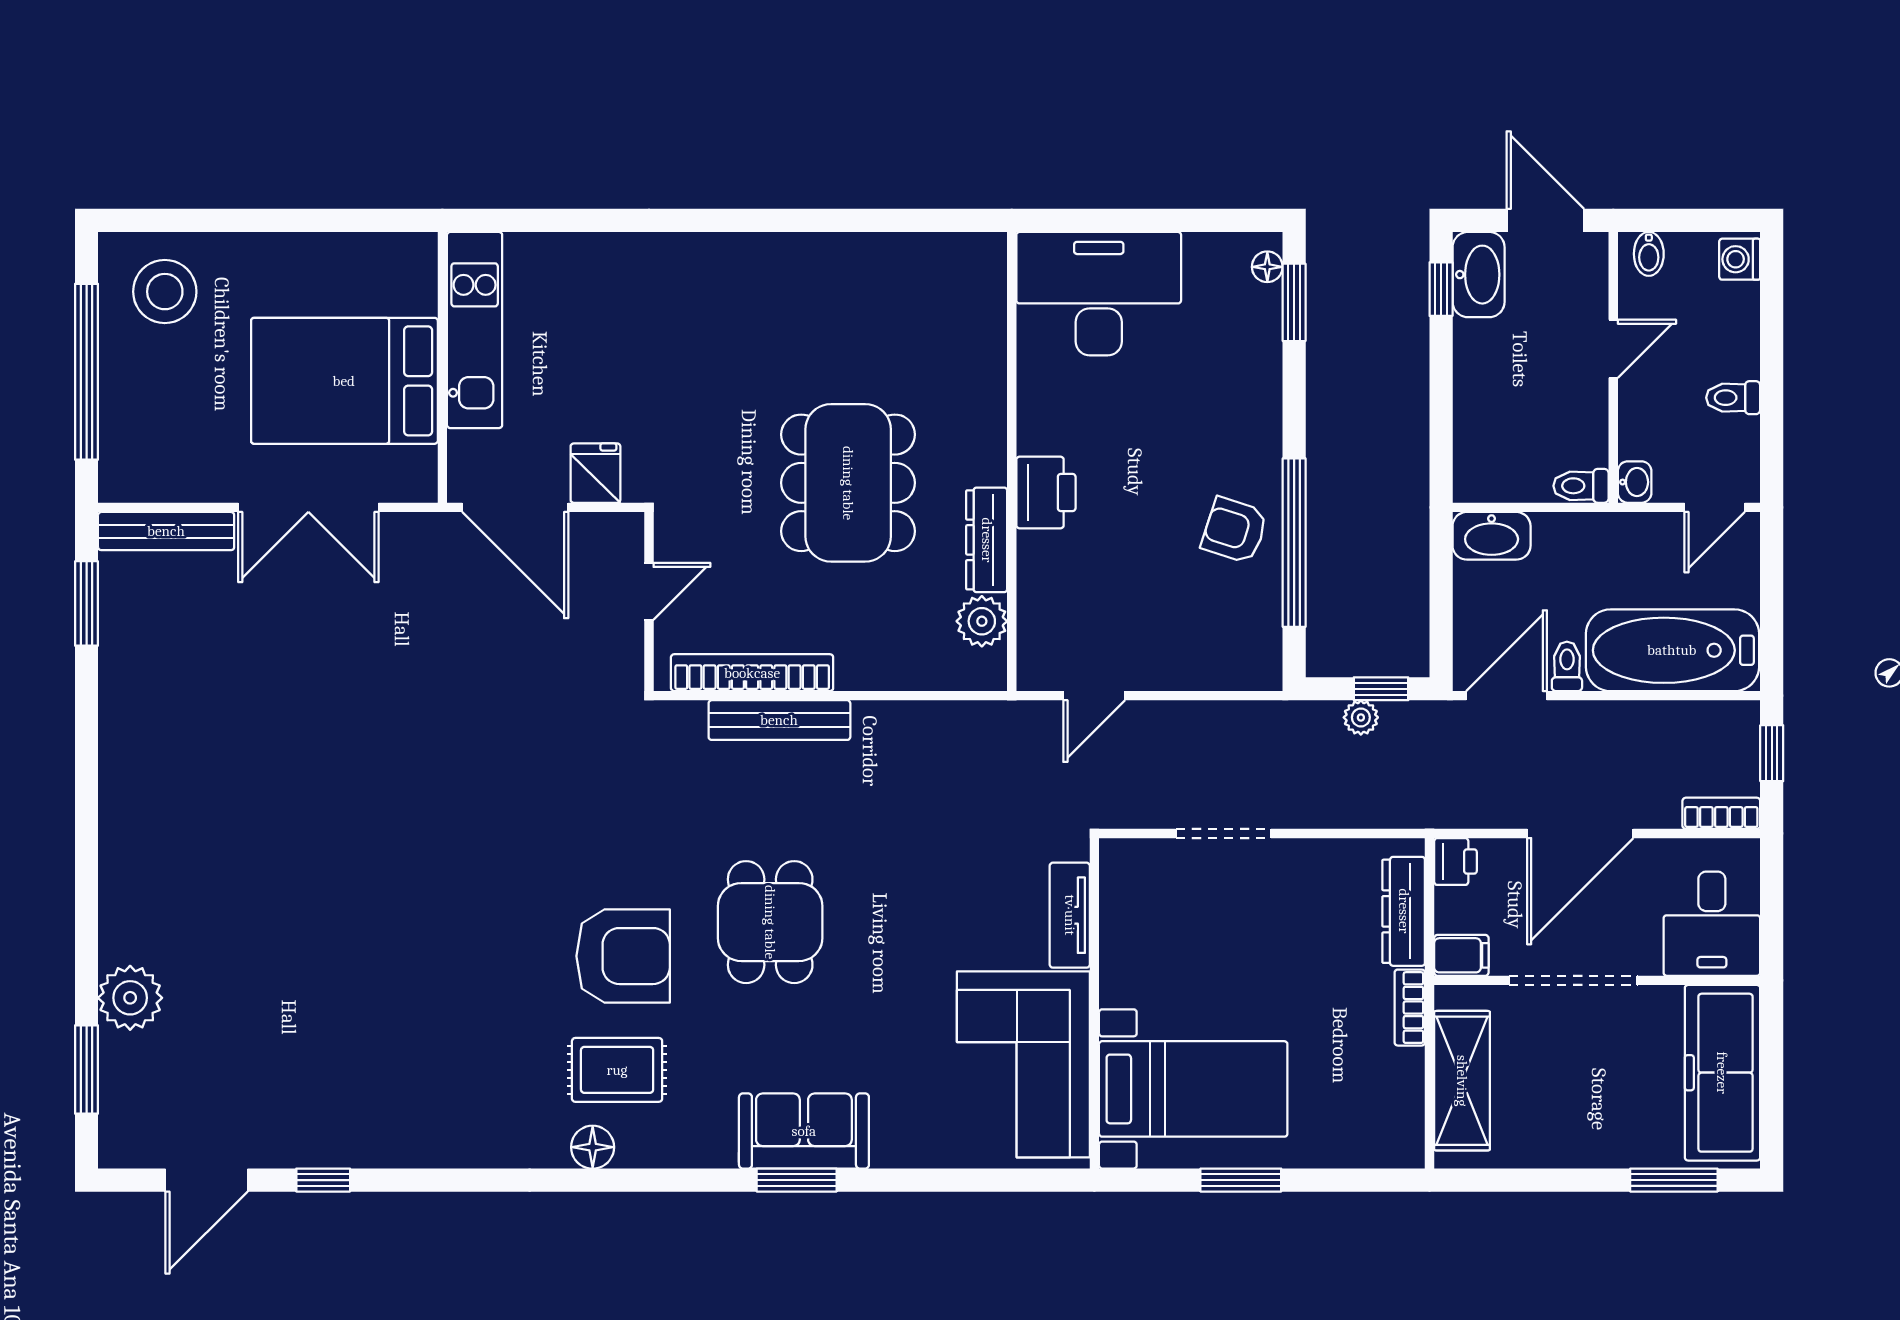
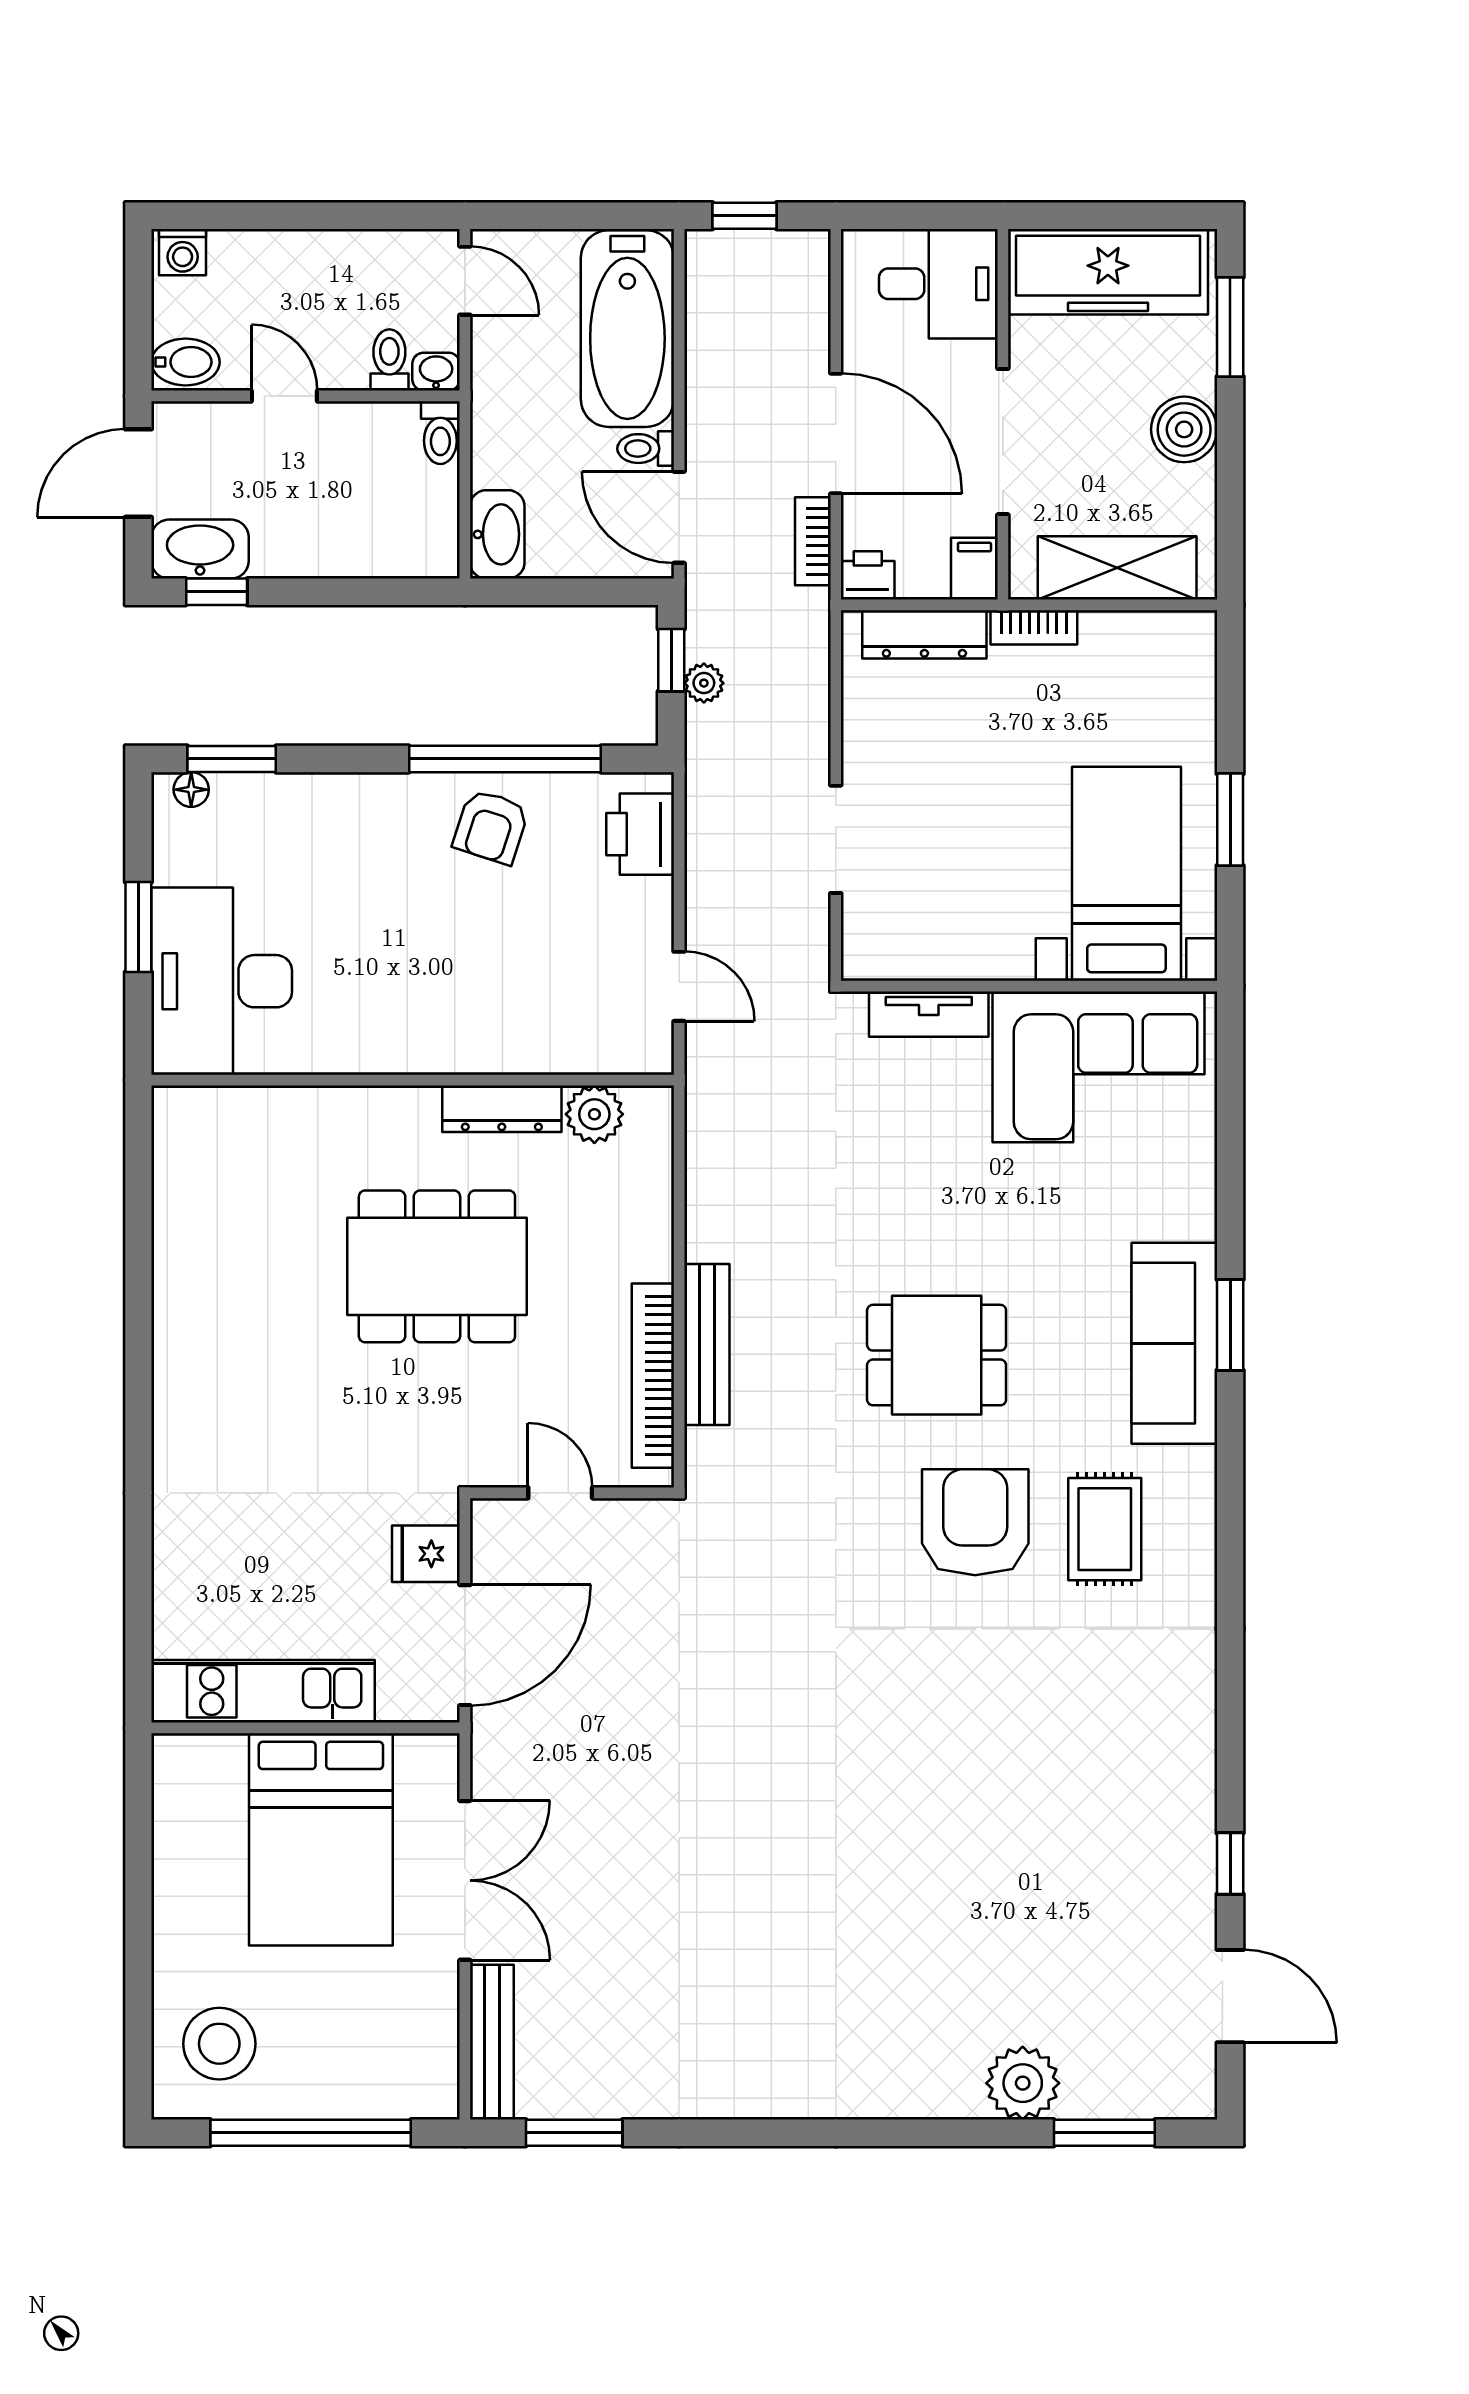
window: (1146, 220) -> (138, 927), added
bidet: (1649, 254) -> (186, 362), width x1.38, depth x1.36
toilet: (1733, 398) -> (389, 360), moved, turned 180
printer: (1046, 493) -> (640, 834), moved, turned -90
bookcase: (1721, 813) -> (813, 541), moved
sofa: (804, 1131) -> (1174, 1343), width x1.36
boiler: (1584, 1140) -> (1184, 429), added
floor lamp: (593, 1147) -> (1193, 1557), removed

